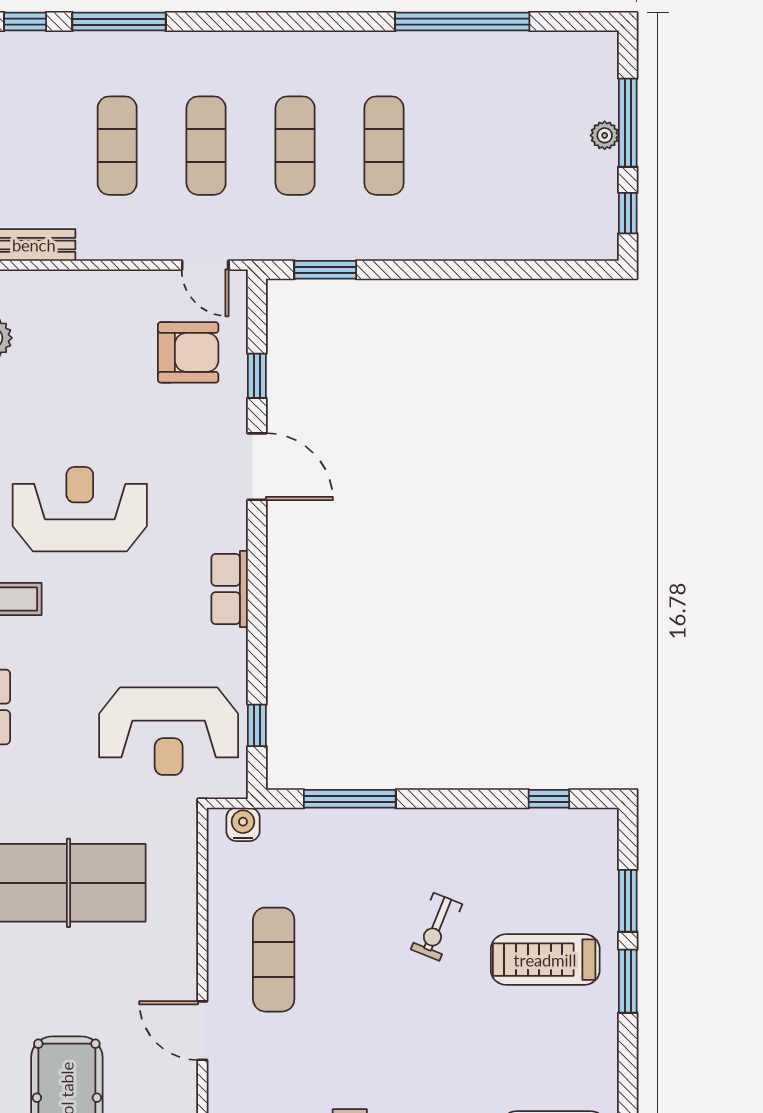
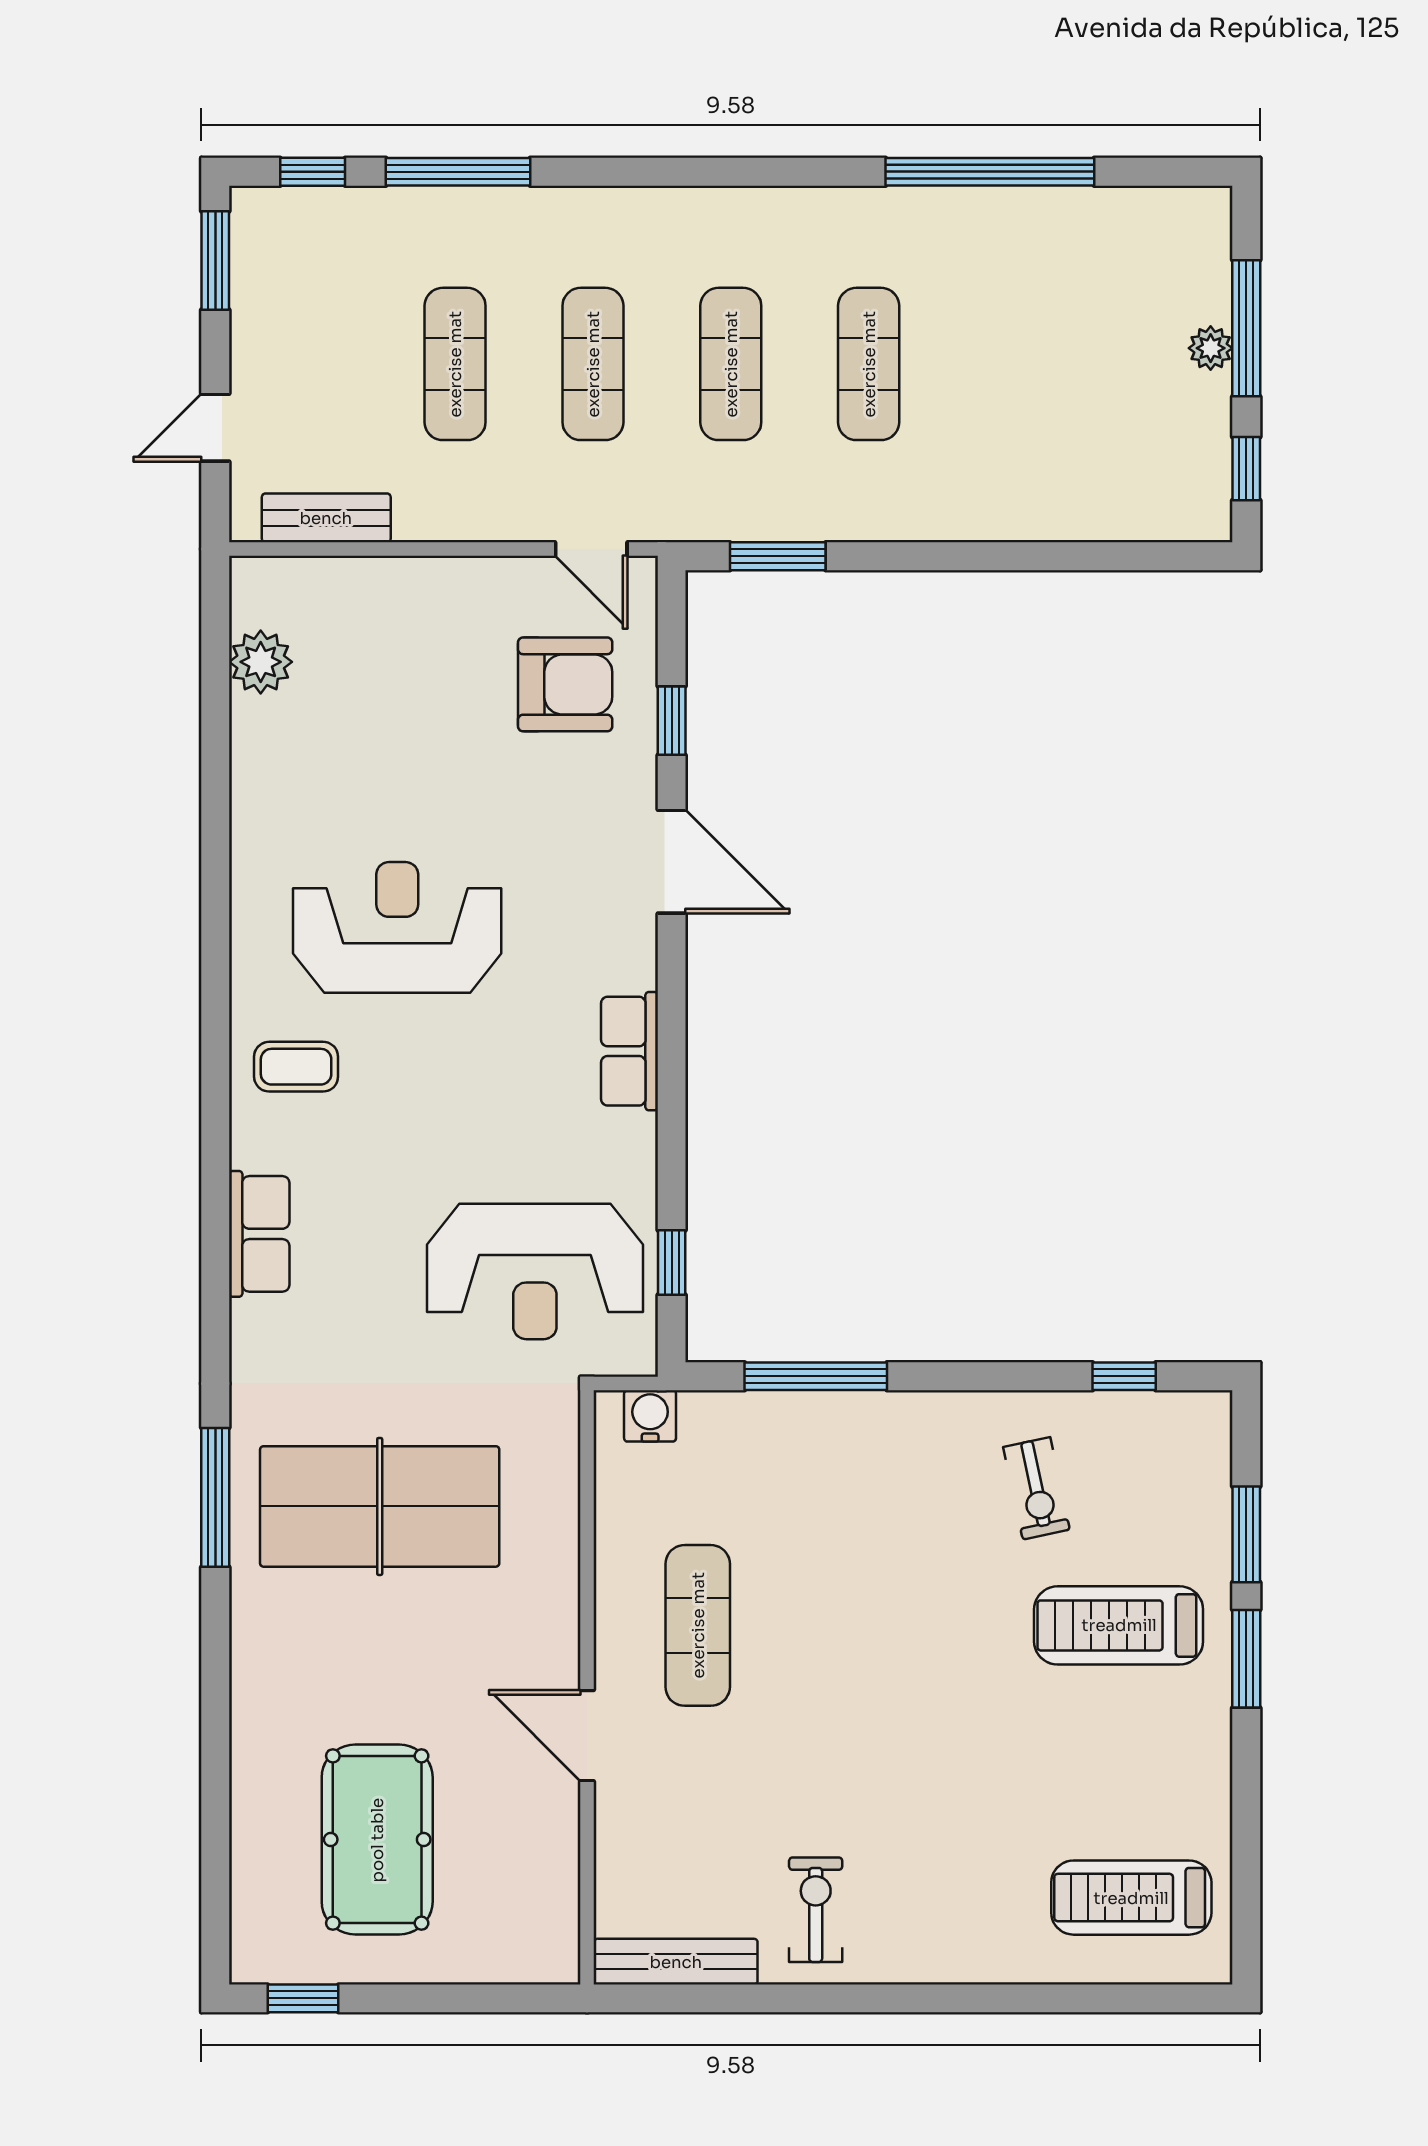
exercise bike: (437, 927) -> (1036, 1488), moved, turned -34

